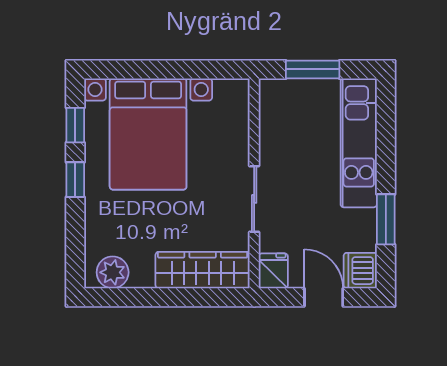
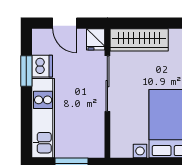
sliding door: (254, 199) -> (107, 84), width x1.37
dishwasher: (360, 271) -> (42, 66), moved

